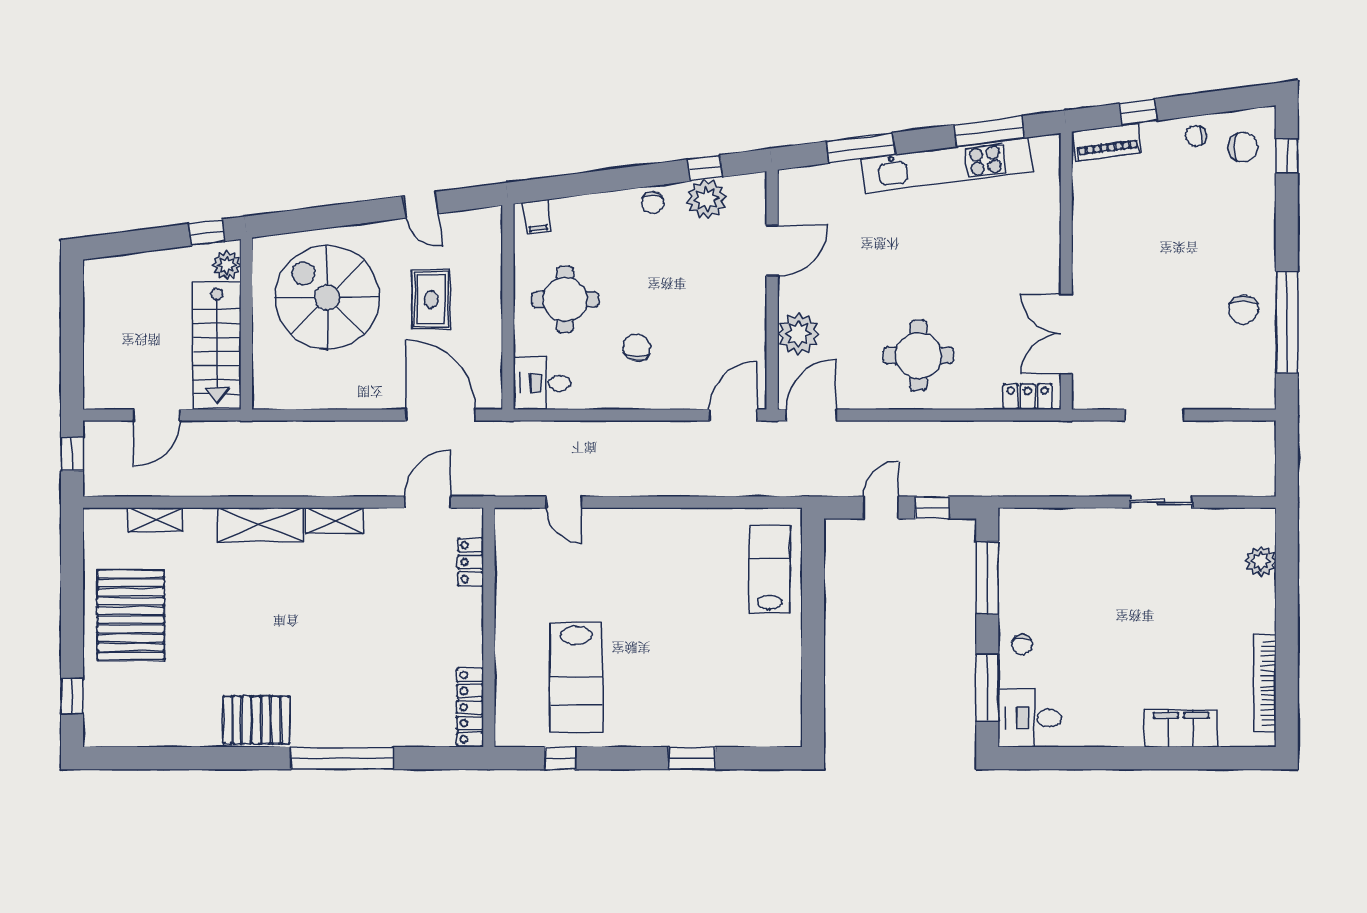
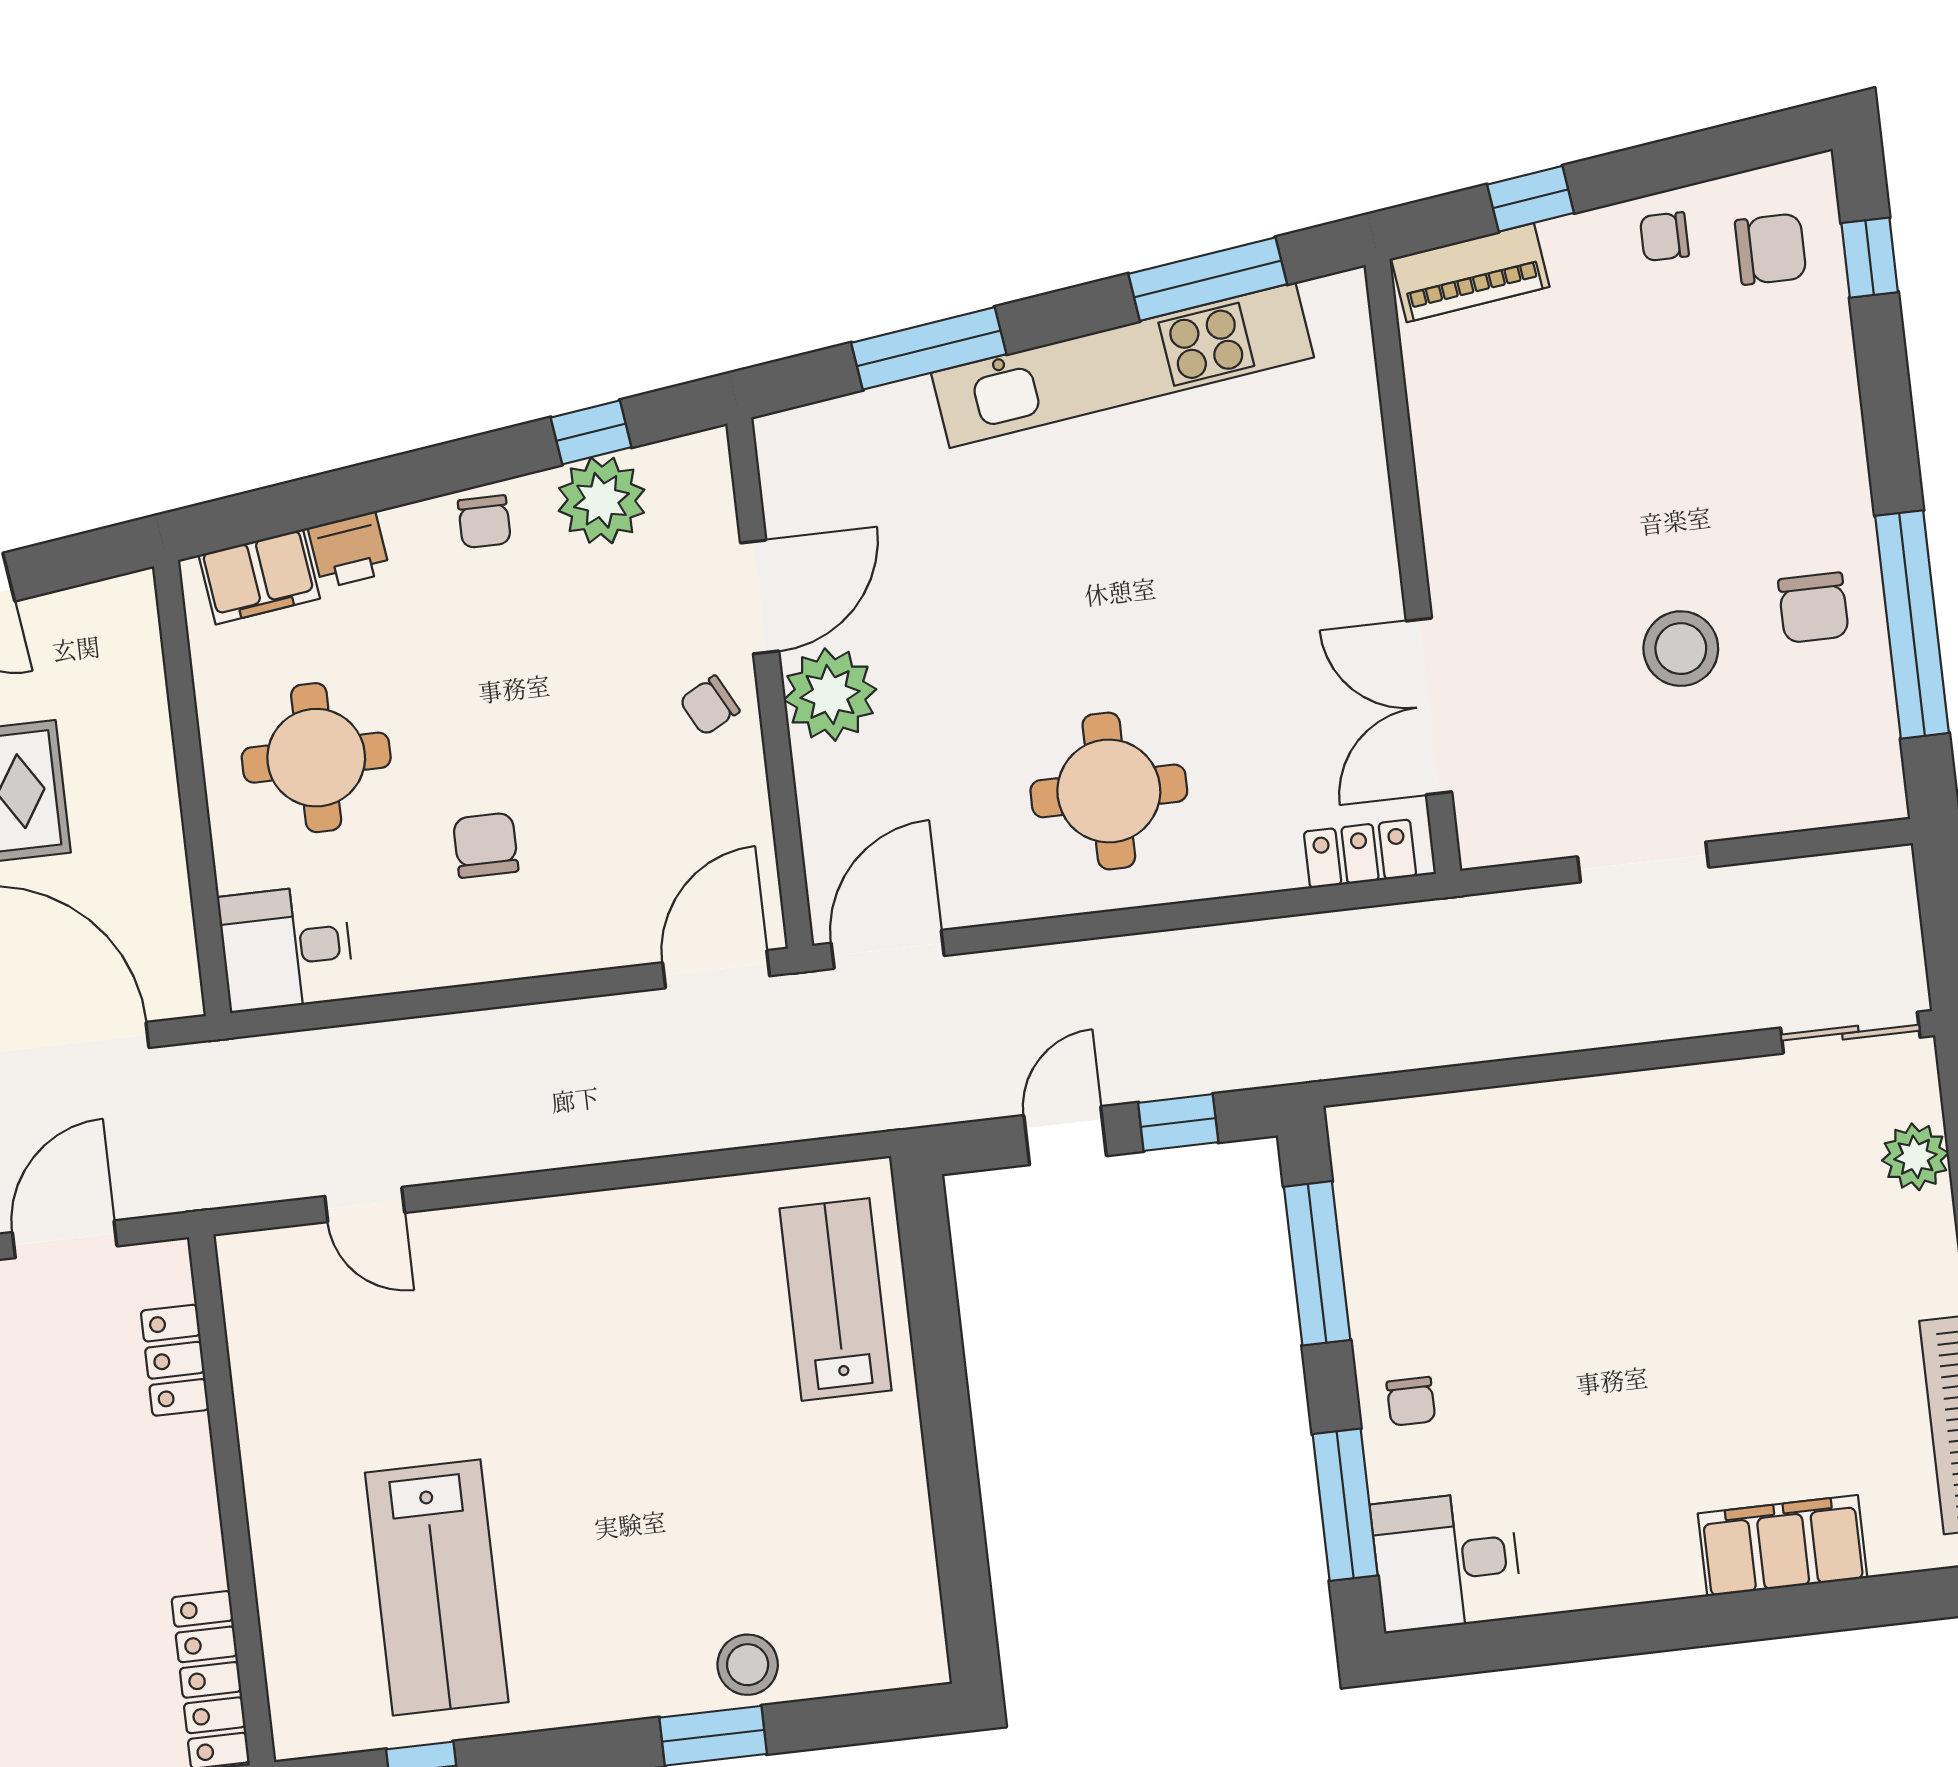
printer: (591, 208) -> (349, 550), added
filing cabinet: (537, 217) -> (259, 577), width x2.00
chair: (744, 297) -> (709, 706), added
stool: (1182, 321) -> (1681, 649), added
plant: (799, 334) -> (830, 695), moved
sliding door: (1161, 502) -> (1850, 1033), moved
stool: (711, 728) -> (748, 1665), added

